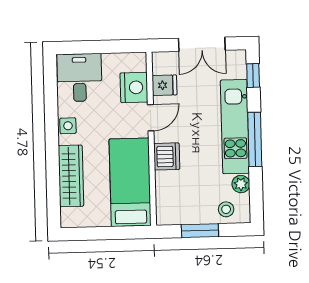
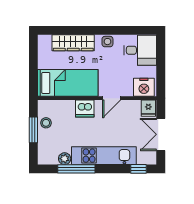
fridge: (164, 85) -> (148, 108), moved
nightstand: (134, 87) -> (144, 87), moved
door: (151, 118) -> (112, 98), hinge flipped
window: (255, 139) -> (76, 169), moved
stool: (226, 209) -> (46, 123), moved

